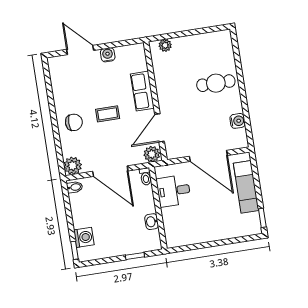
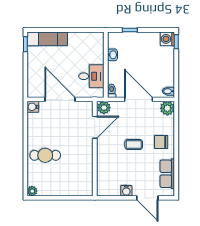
plant: (165, 45) -> (32, 191), moved
row of seats: (142, 91) -> (167, 174), moved, turned 180
water cooler: (238, 121) -> (33, 107), moved
exam couch: (246, 187) -> (47, 39), moved, turned 90
washing machine: (84, 237) -> (167, 39), moved

